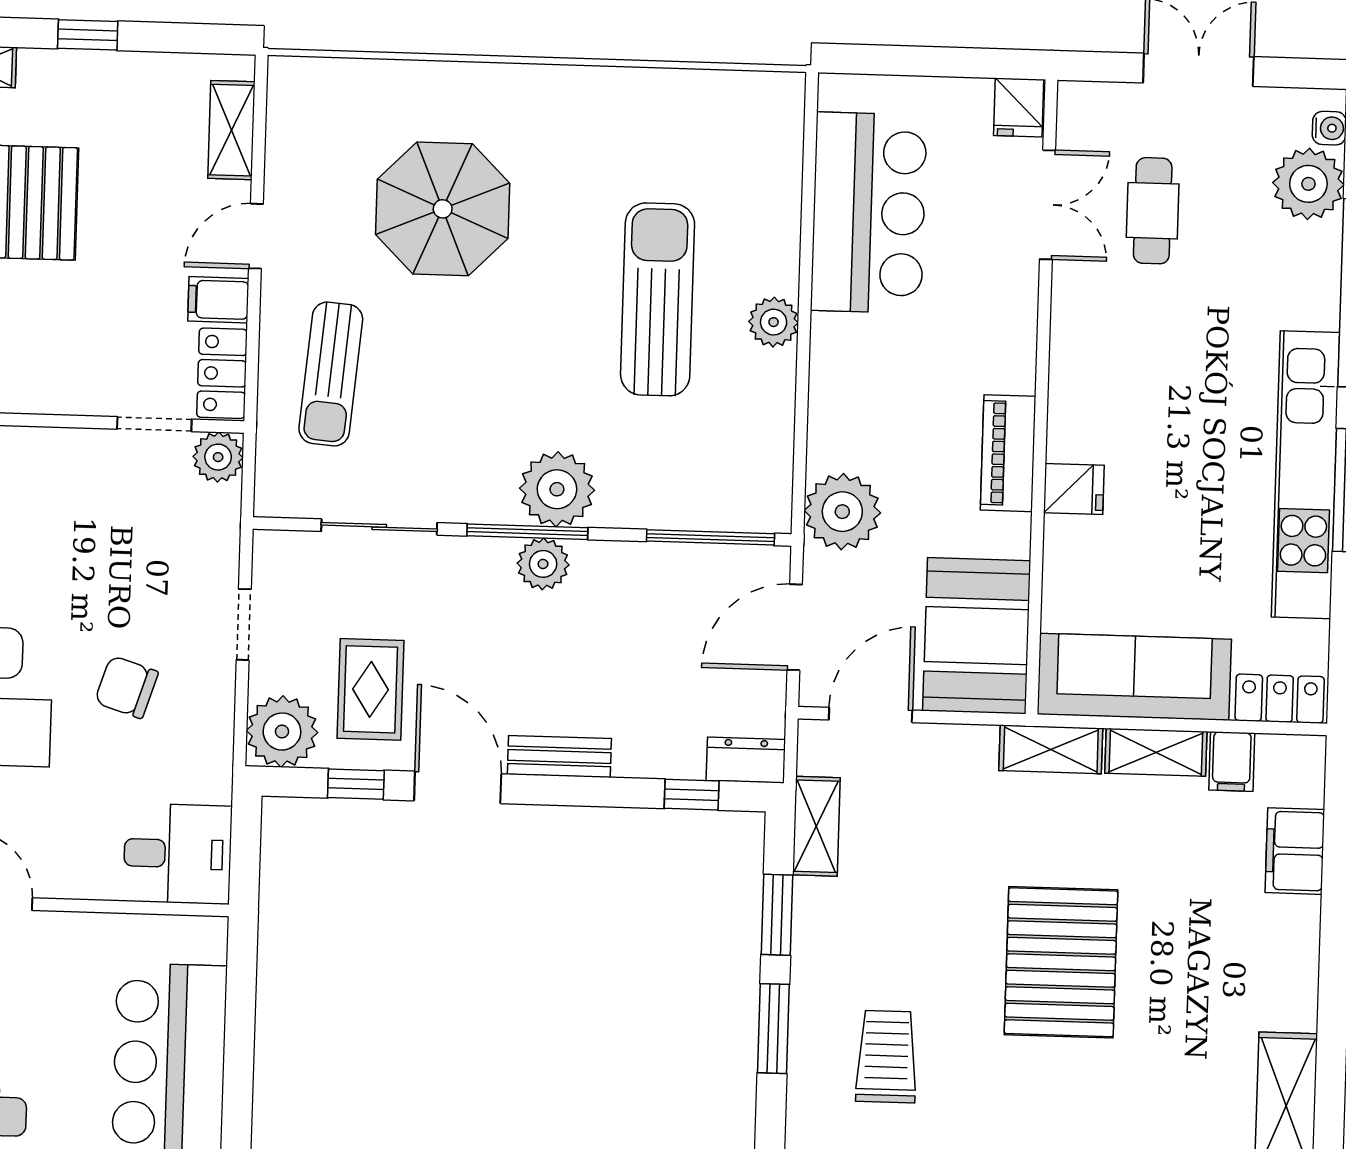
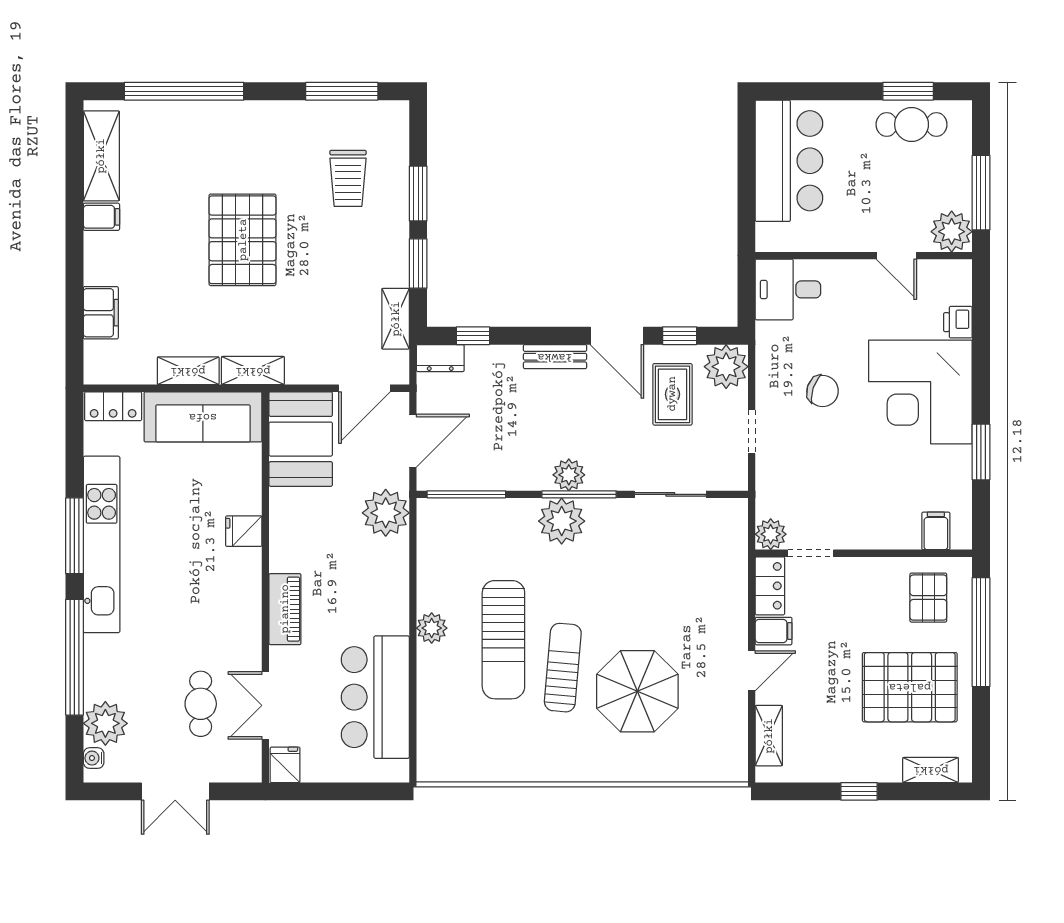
sun lounger: (331, 374) -> (563, 668), moved
piano: (1008, 453) -> (285, 609), moved
filing cabinet: (1232, 761) -> (101, 217), moved, turned 90

